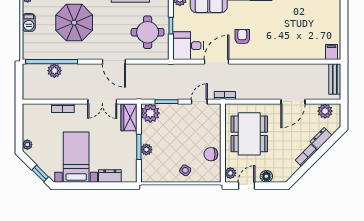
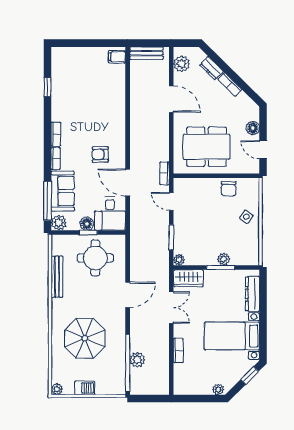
floor lamp: (179, 24) -> (87, 224), added
plant: (150, 113) -> (179, 260), width x0.53, depth x0.53
plant: (230, 173) -> (249, 167), removed
dresser: (110, 176) -> (252, 294), width x1.44

